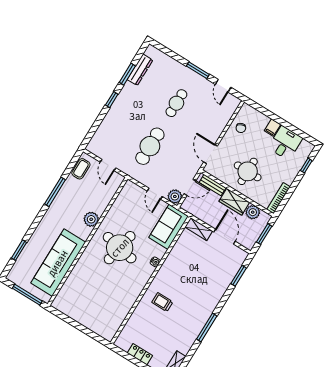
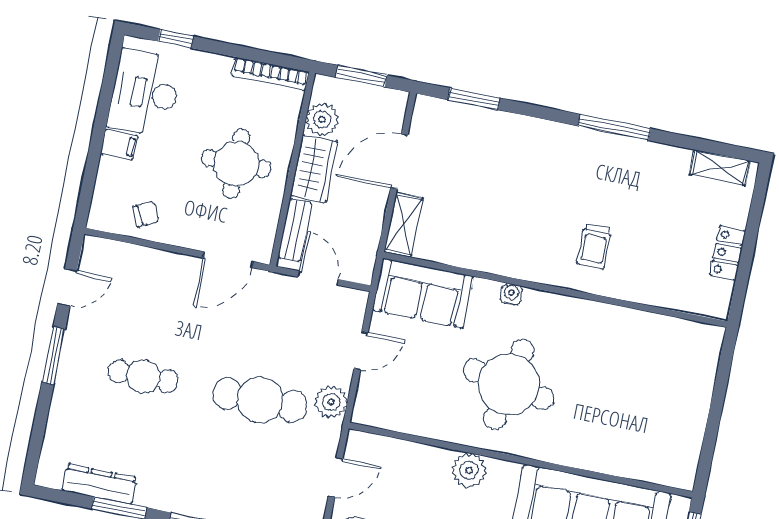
desk: (285, 143) -> (145, 93), width x1.37
plant: (175, 196) -> (331, 402), moved

